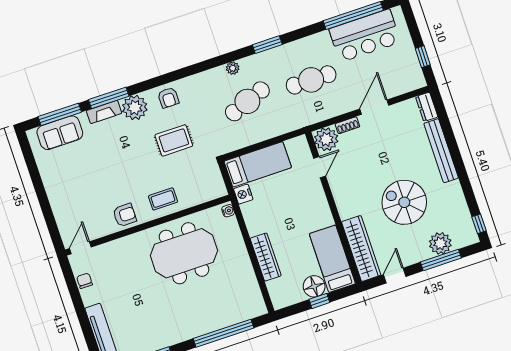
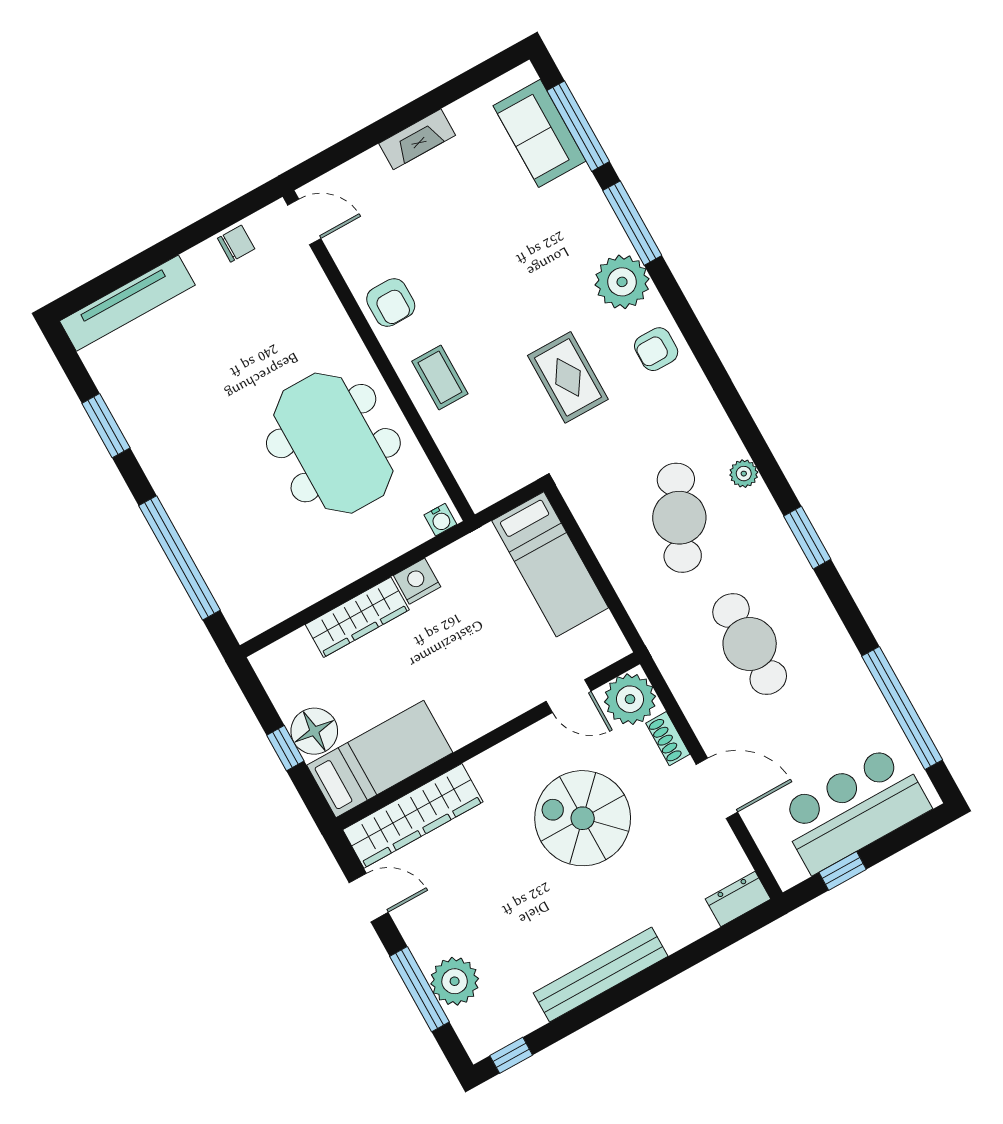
bar counter: (365, 36) -> (853, 809), moved, turned 90
cafe table: (247, 101) -> (679, 518), turned 45
fireplace: (104, 112) -> (417, 139), moved, turned -90
bench: (441, 151) -> (601, 975), moved
nightstand: (243, 194) -> (417, 581), moved
spiral stairs: (404, 202) -> (583, 818), moved, turned -90

